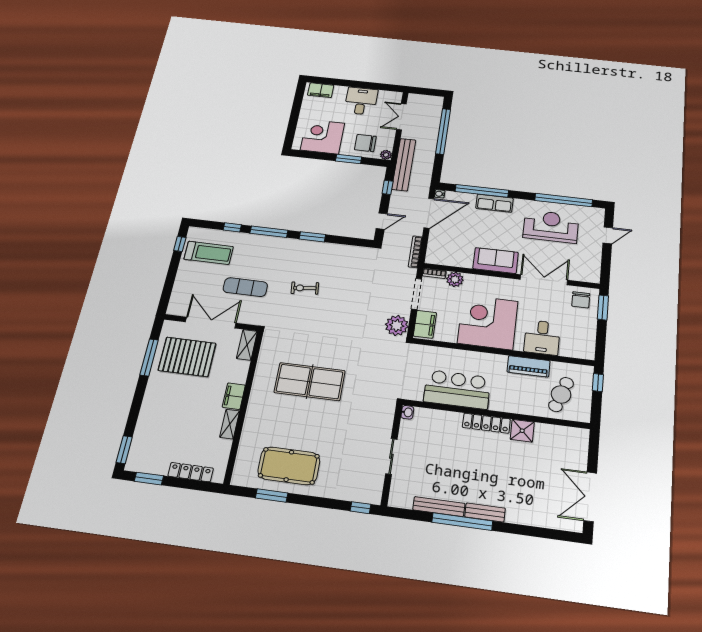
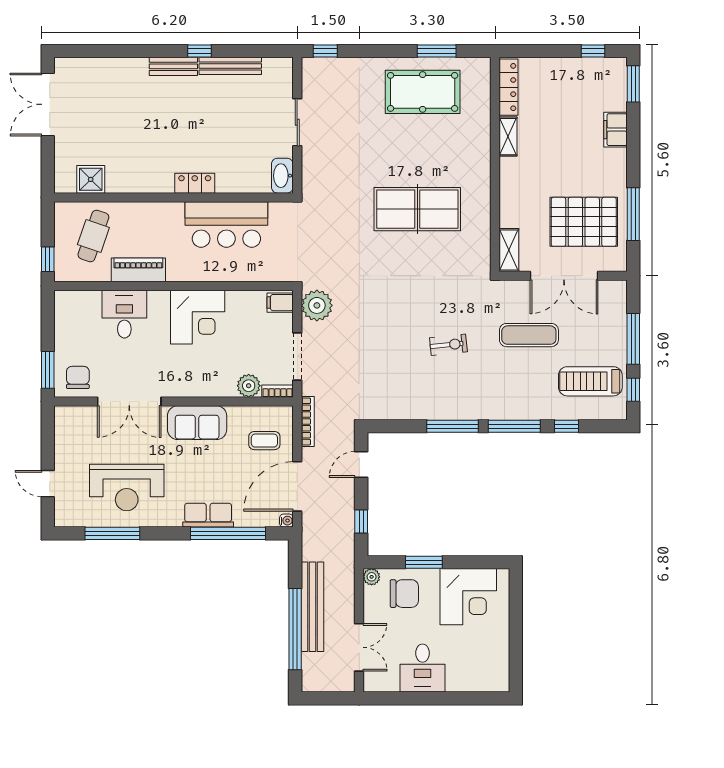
filing cabinet: (321, 90) -> (486, 680), removed
bench: (404, 165) -> (313, 607), moved
window: (564, 200) -> (112, 533), width x0.68
door: (608, 235) -> (48, 484), hinge flipped
window: (312, 237) -> (453, 426), width x1.44
coffee table: (448, 244) -> (264, 441), added
window: (171, 276) -> (633, 339), added
corner desk: (488, 322) -> (198, 317), width x0.74, depth x0.74
filing cabinet: (425, 324) -> (280, 303), width x0.50
filing cabinet: (234, 396) -> (615, 130), moved, turned 180
washbasin: (407, 412) -> (282, 176), width x1.91, depth x1.45
locker: (486, 423) -> (195, 183), width x0.66
shower: (522, 431) -> (91, 179), moved
locker: (191, 472) -> (509, 87), moved, turned -90
window: (149, 479) -> (593, 51), width x0.67
double door: (590, 497) -> (48, 104), swing flipped
window: (462, 522) -> (200, 51), width x0.32

